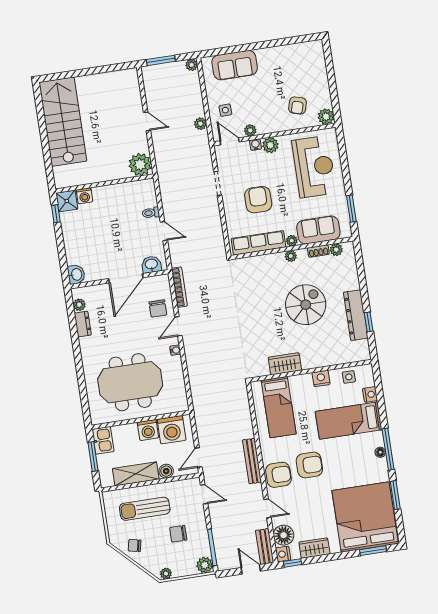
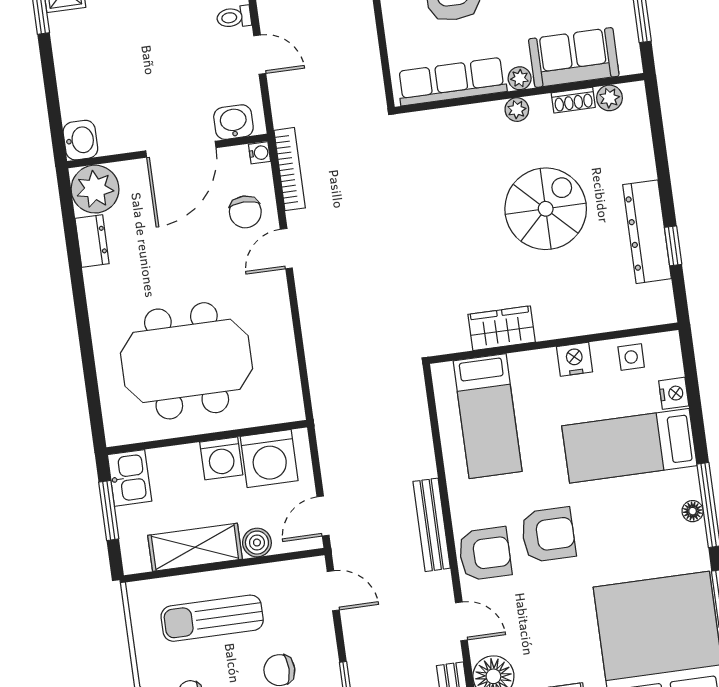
plant: (79, 305) -> (95, 189), width x1.87, depth x1.87
water cooler: (175, 350) -> (260, 153), moved

